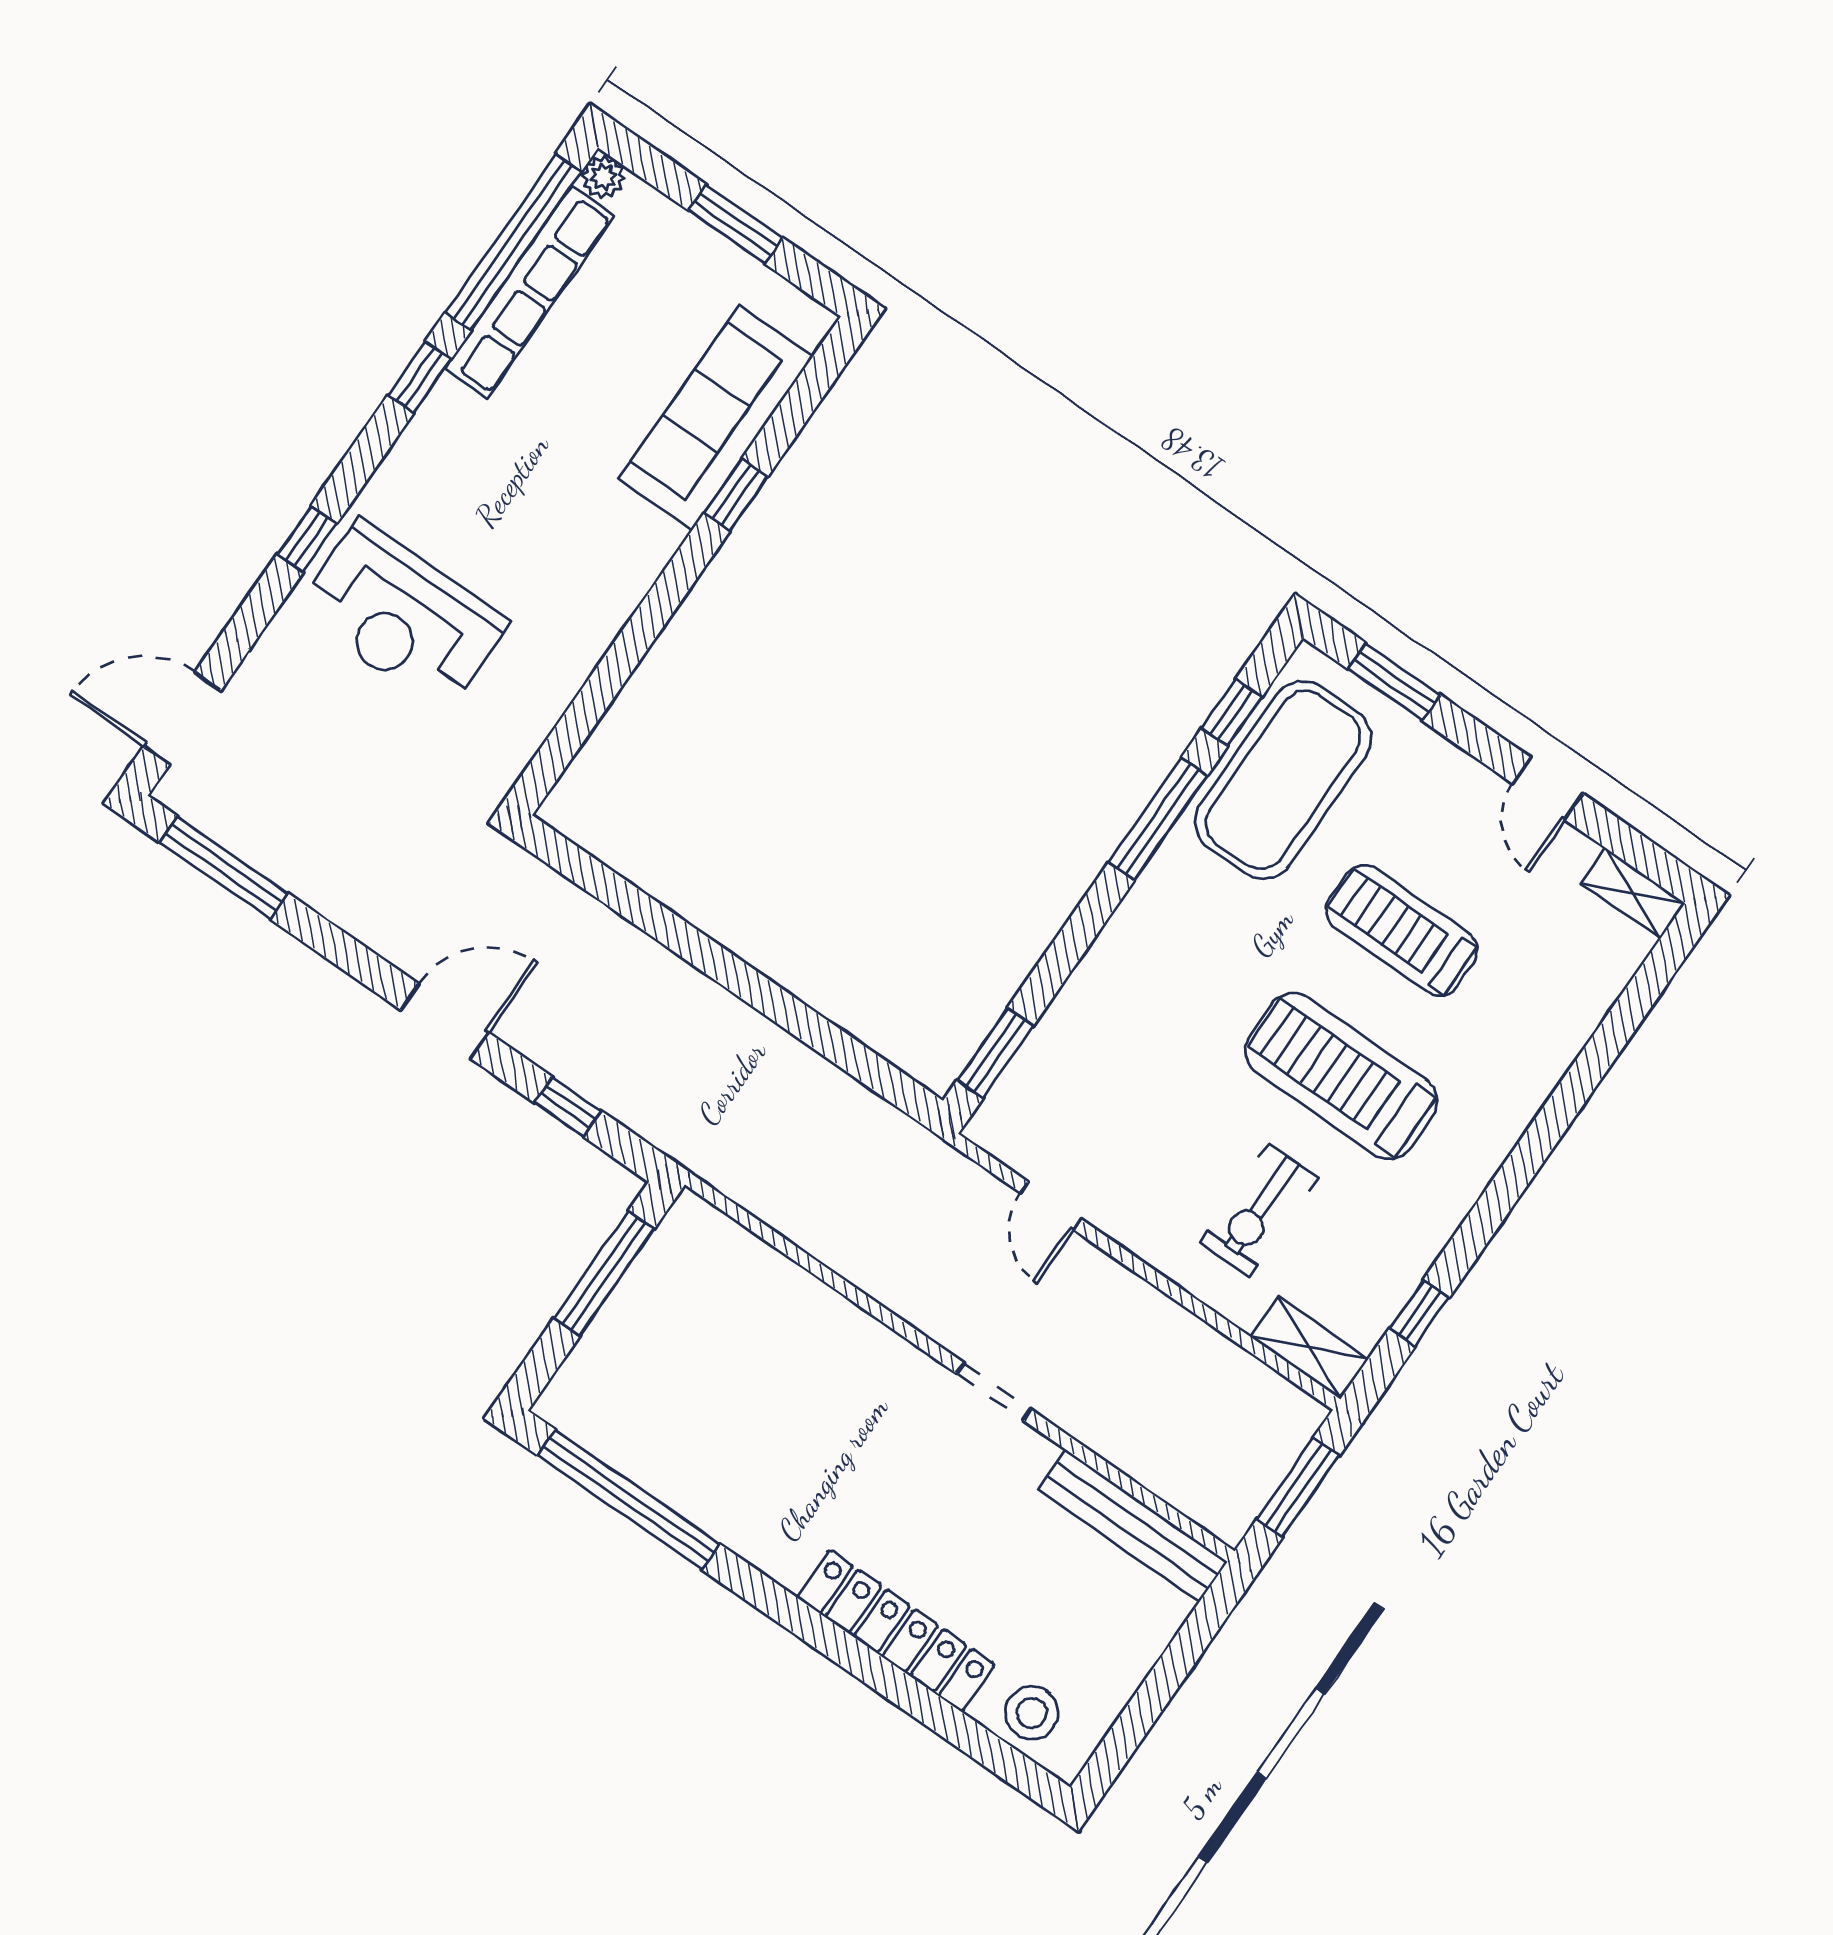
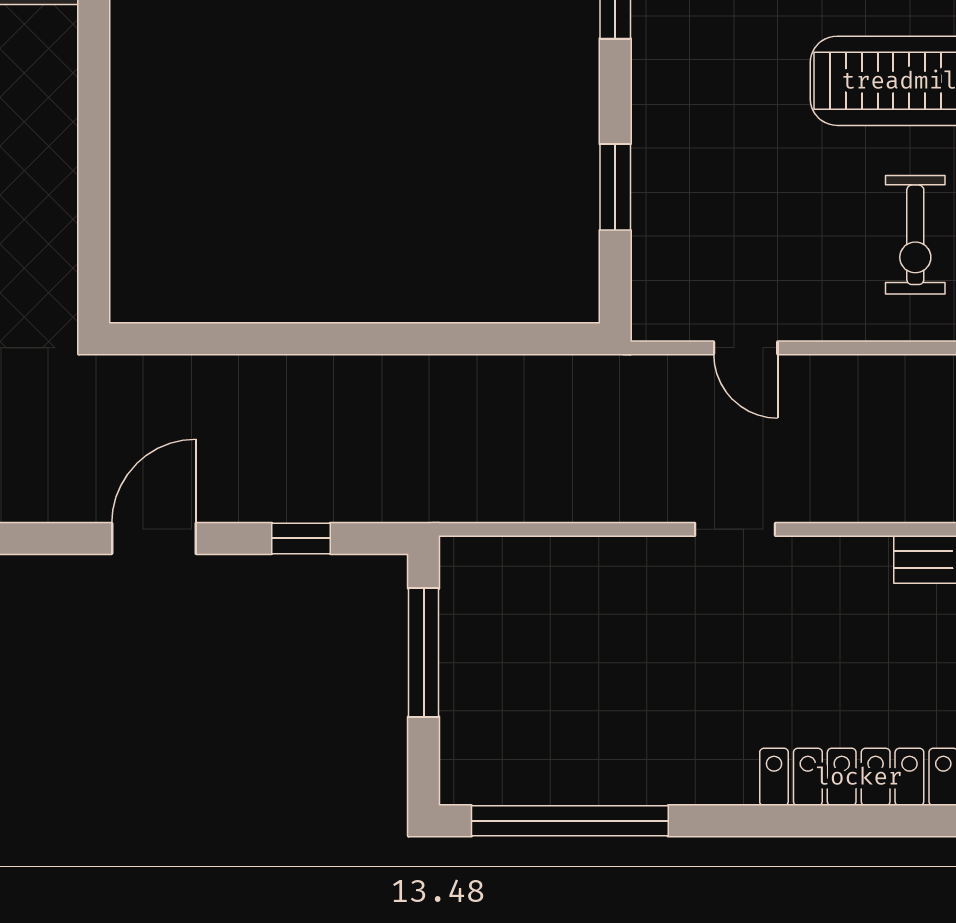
window: (995, 1053) -> (615, 187), moved
doorway: (994, 1392) -> (735, 529), moved

